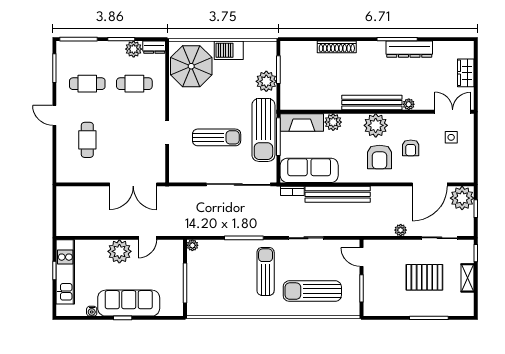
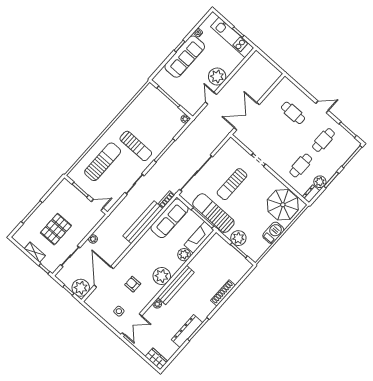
wardrobe: (466, 73) -> (156, 359), moved
armchair: (380, 157) -> (143, 263), removed

